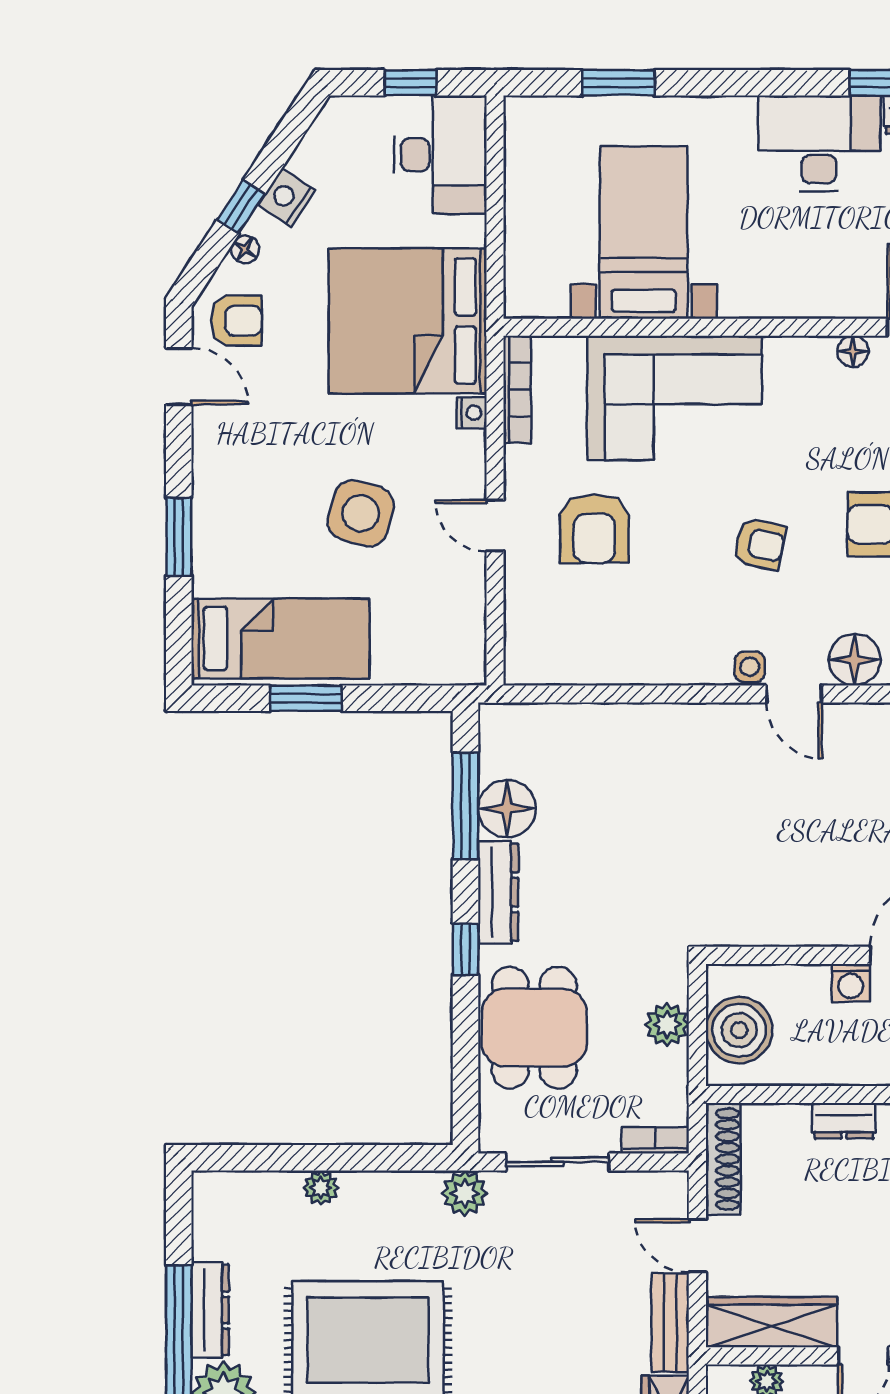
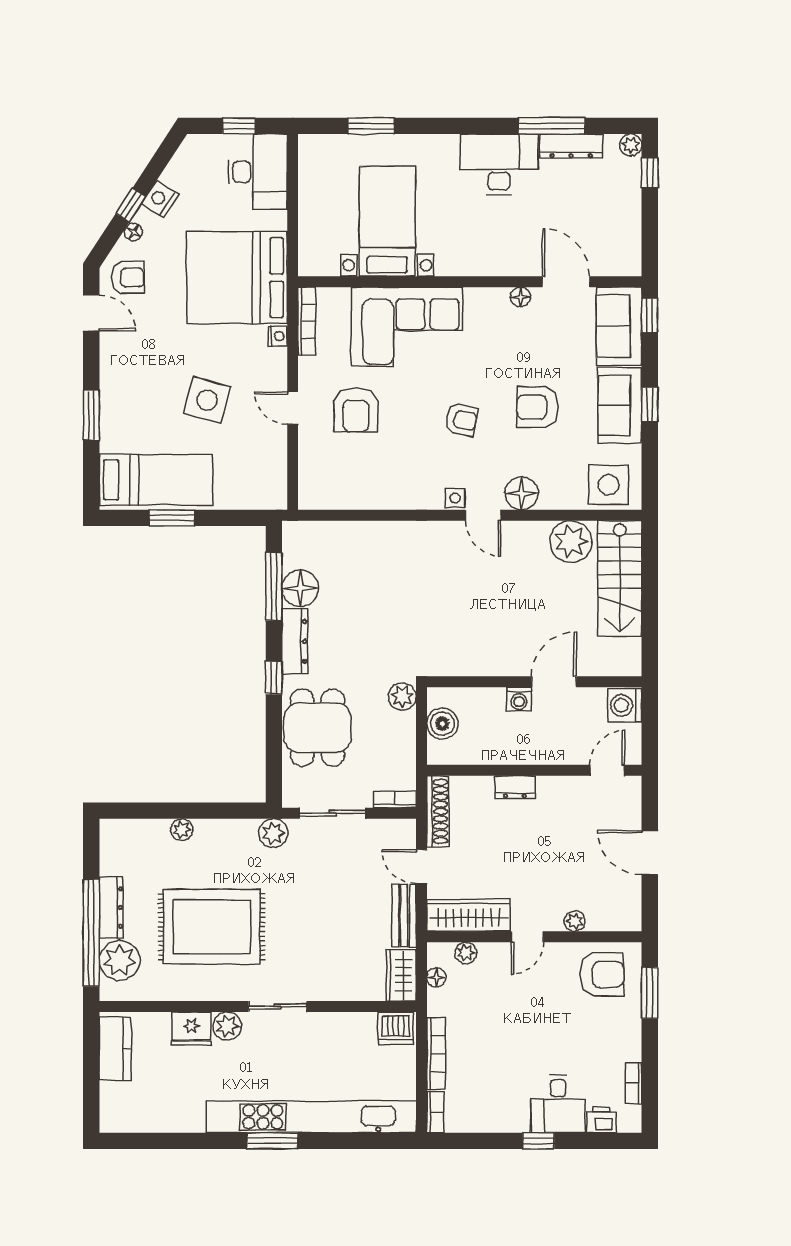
plant: (667, 1025) -> (402, 697), moved
boiler: (739, 1030) -> (442, 724), width x0.73, depth x0.73

